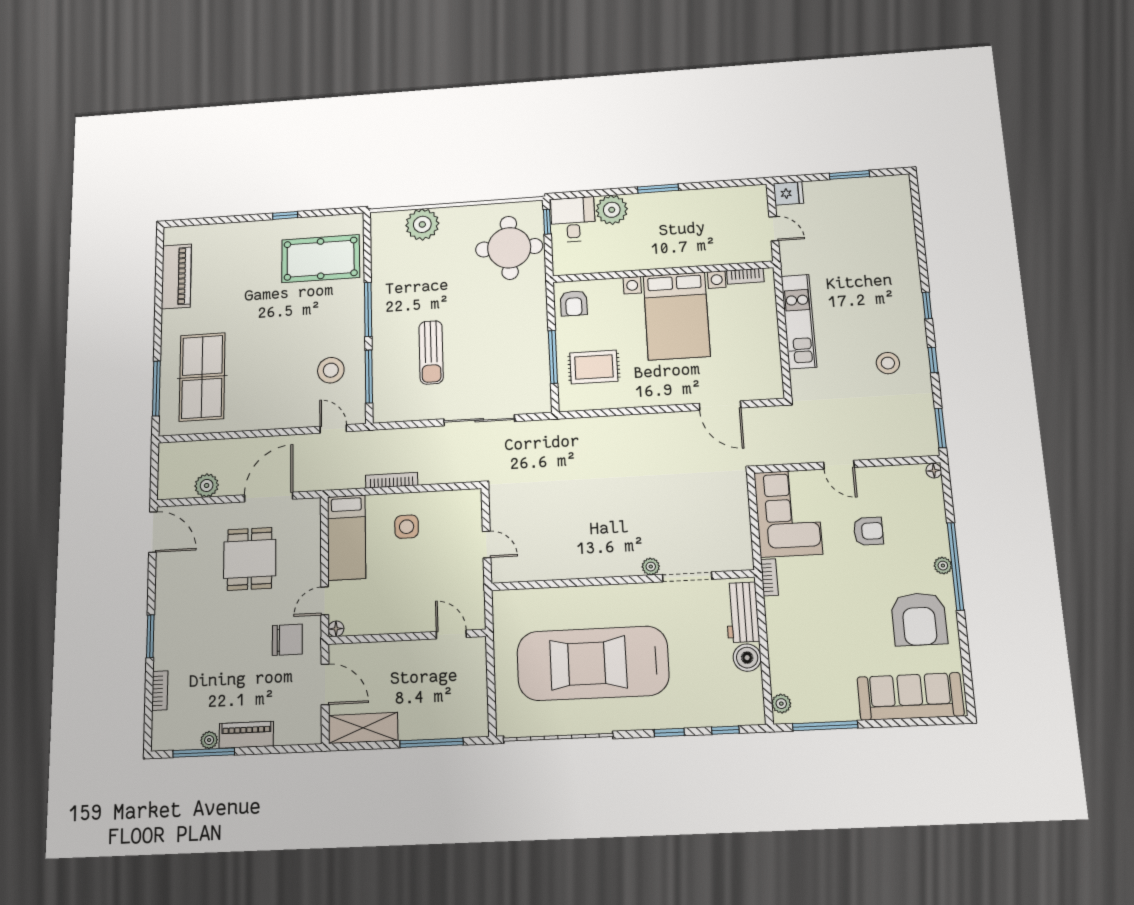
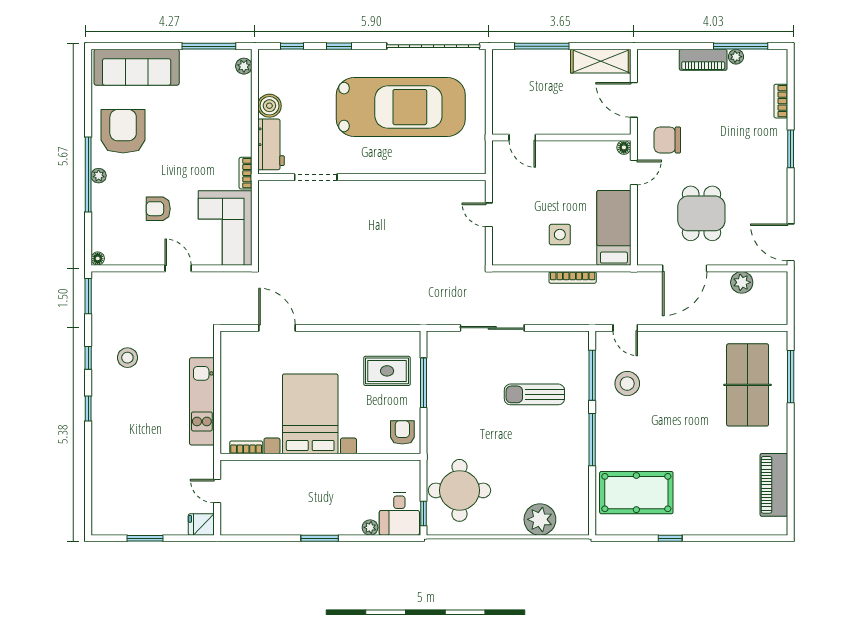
plant: (612, 210) -> (370, 527), width x0.53, depth x0.53
sun lounger: (431, 352) -> (534, 394), turned -90
plant: (651, 567) -> (346, 188), removed

